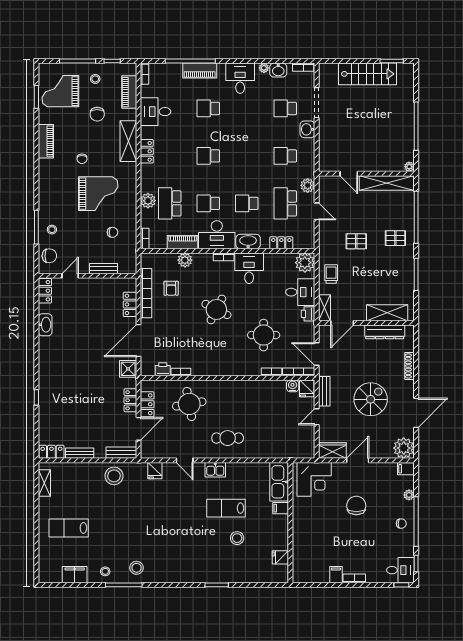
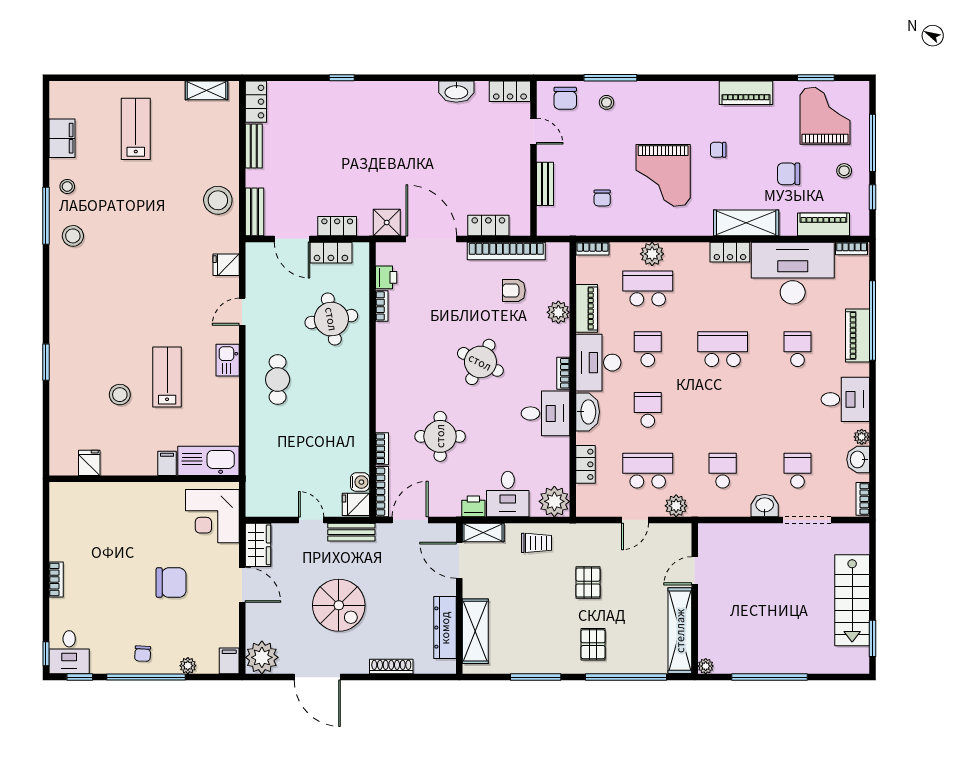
desk: (156, 112) -> (793, 273), width x1.87, depth x1.30
school desk: (208, 156) -> (723, 349), width x1.85
filing cabinet: (336, 575) -> (62, 550), removed

